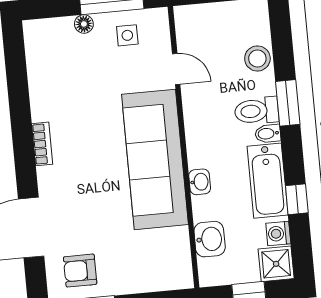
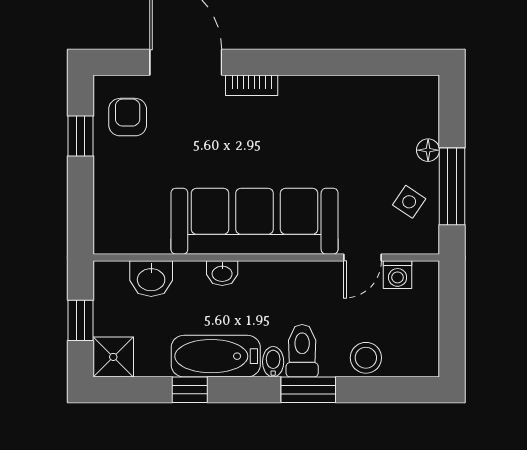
side table: (127, 35) -> (409, 202), turned 34
bookcase: (42, 144) -> (252, 85), moved
washing machine: (278, 234) -> (398, 275), moved, turned 180

